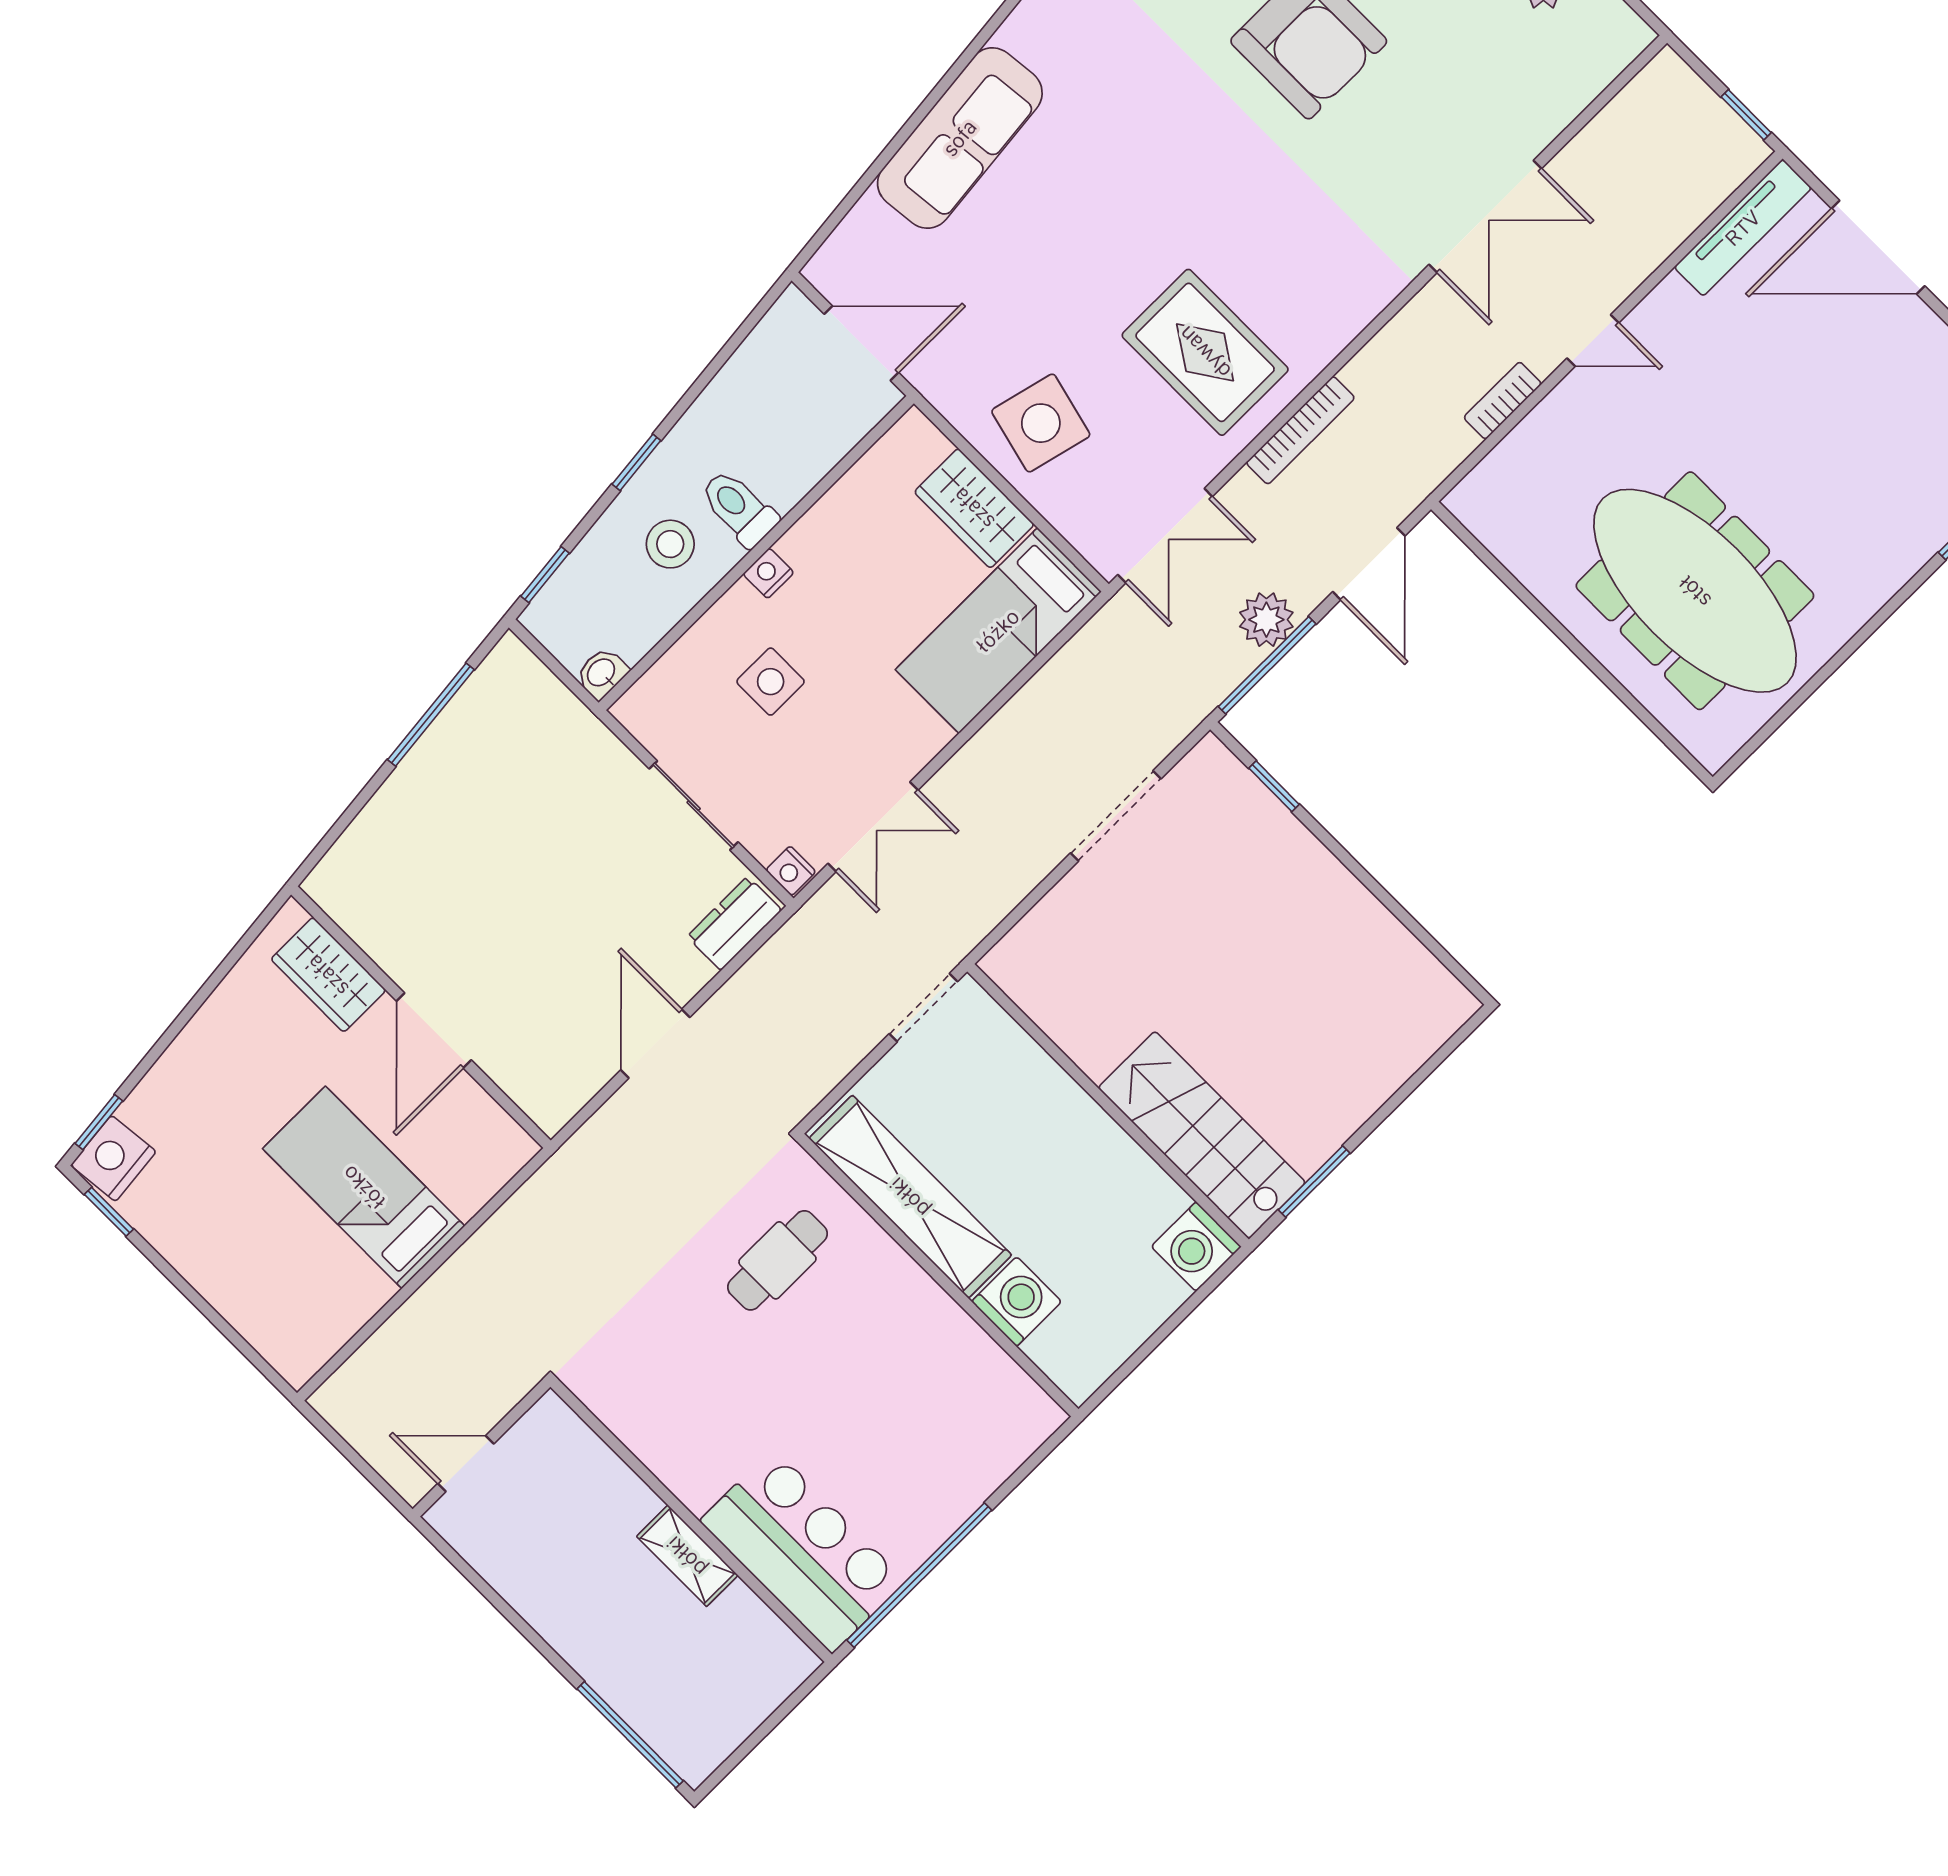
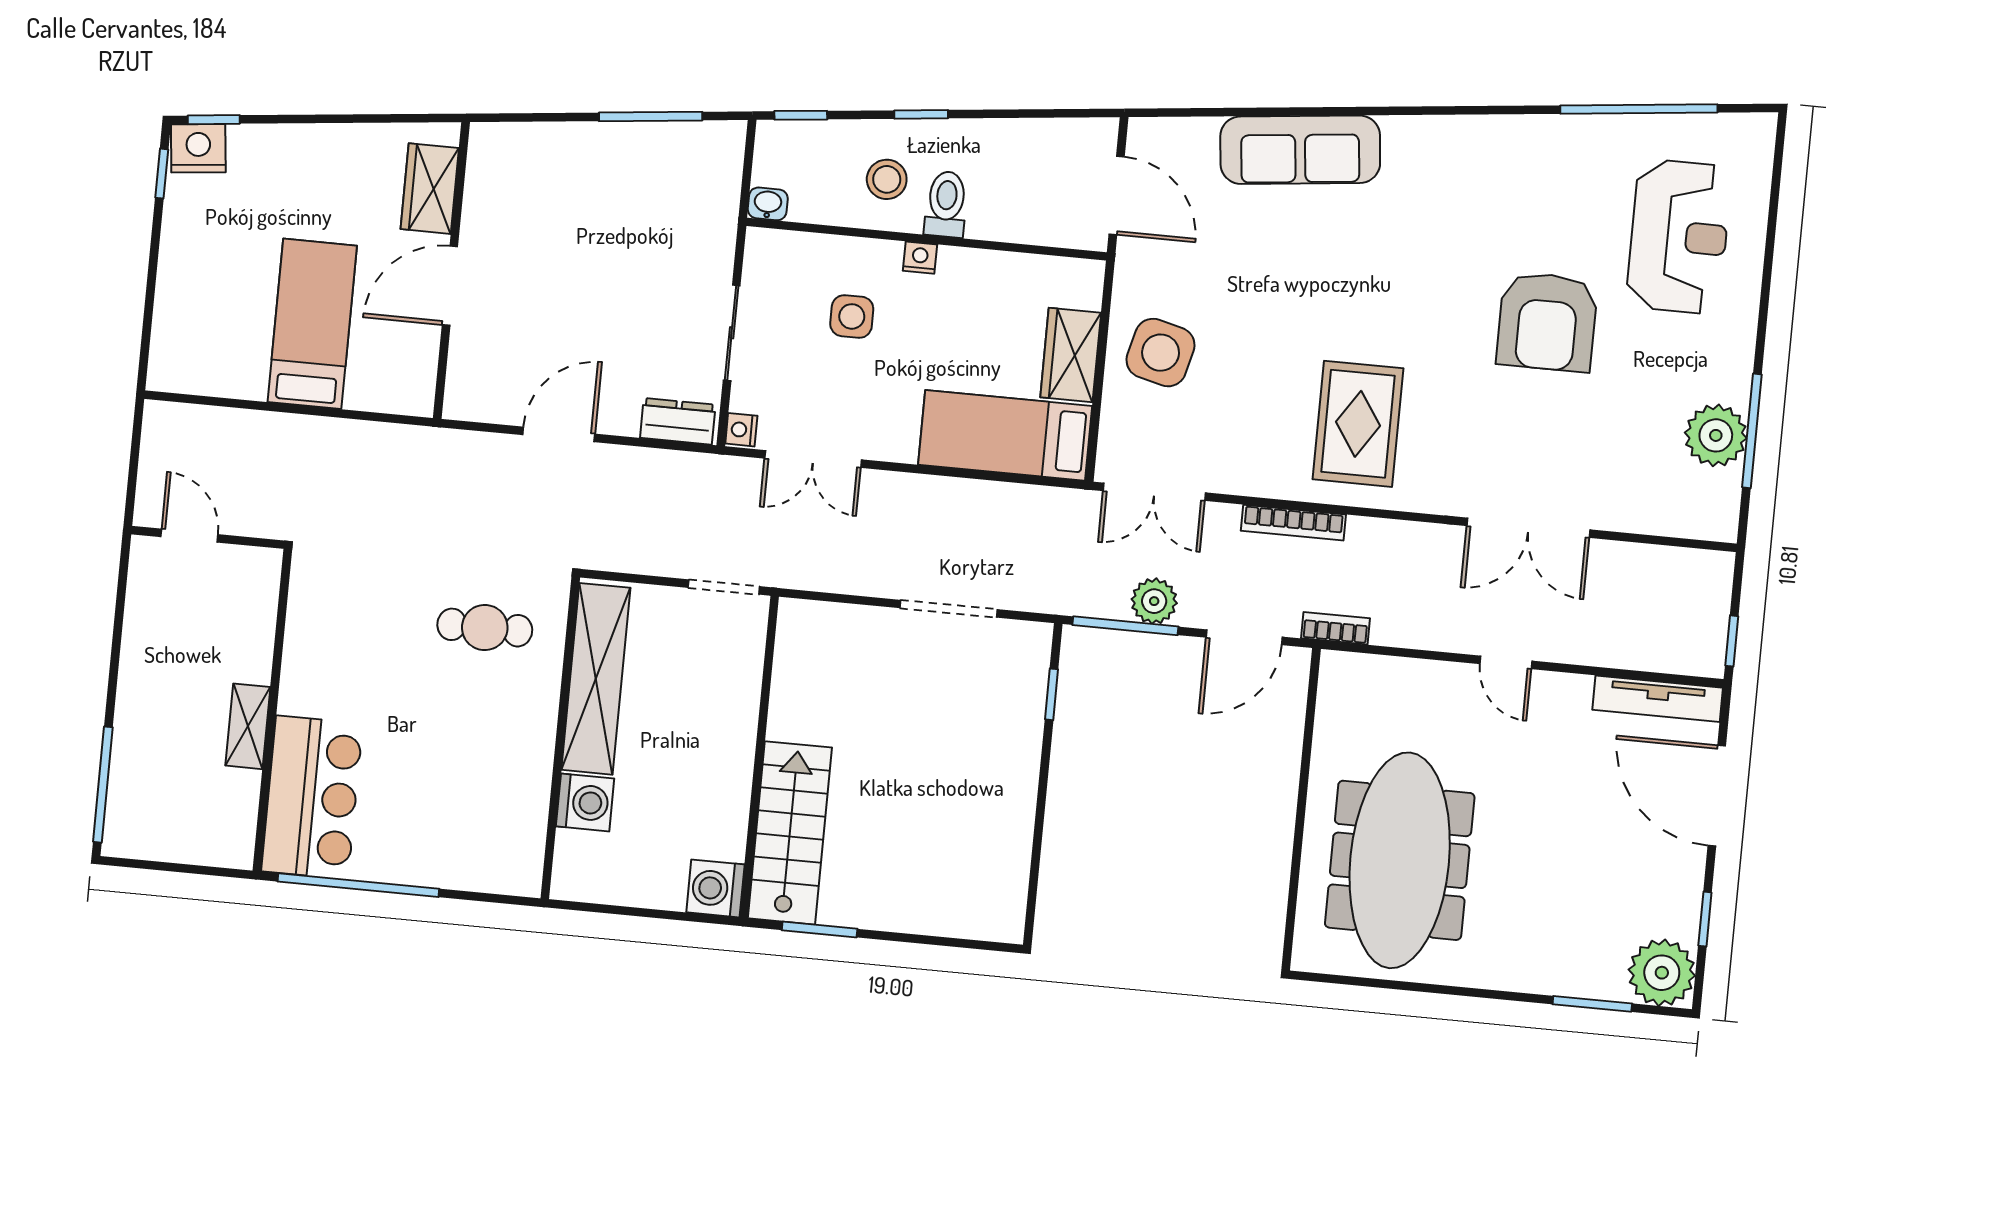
rug: (1205, 352) -> (1358, 424), moved
bookcase: (1503, 401) -> (1336, 628), moved

